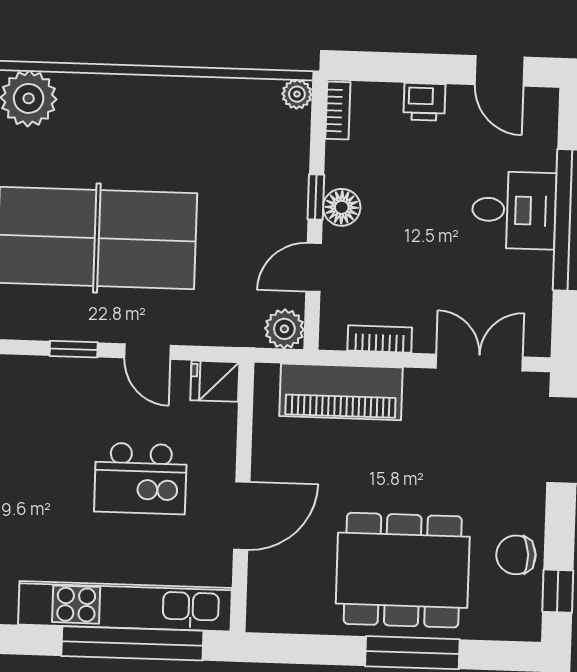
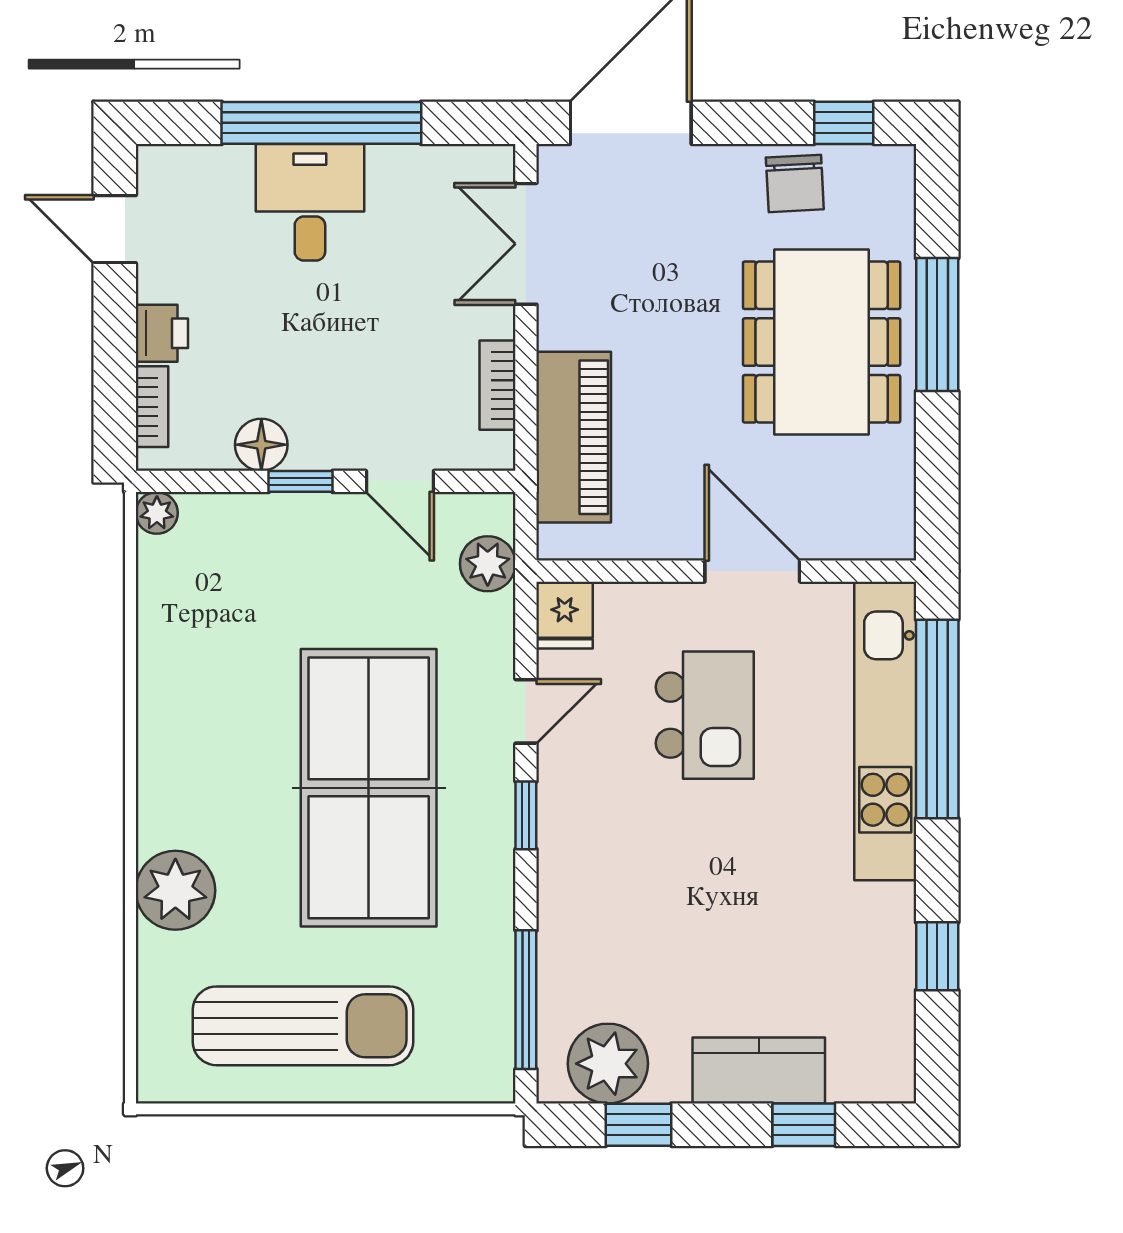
door: (499, 71) -> (115, 229), swing flipped
bookcase: (338, 110) -> (152, 407), moved, turned 90
floor lamp: (342, 207) -> (261, 445), moved
plant: (284, 329) -> (488, 564), moved

